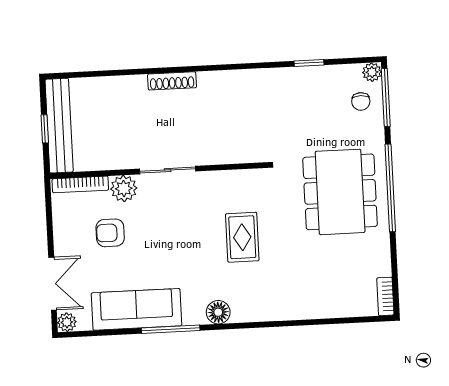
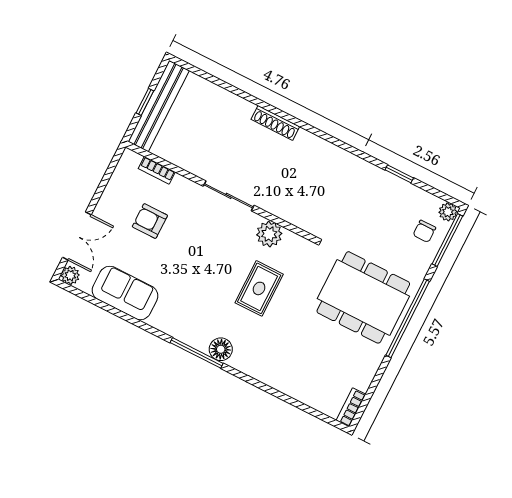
bookcase: (80, 184) -> (157, 170), width x0.64
plant: (124, 188) -> (269, 234), moved
dining table: (340, 192) -> (363, 297), turned 90
sofa: (136, 309) -> (125, 293), width x0.73
floor lamp: (218, 312) -> (221, 349), moved
window: (171, 329) -> (197, 353), moved

